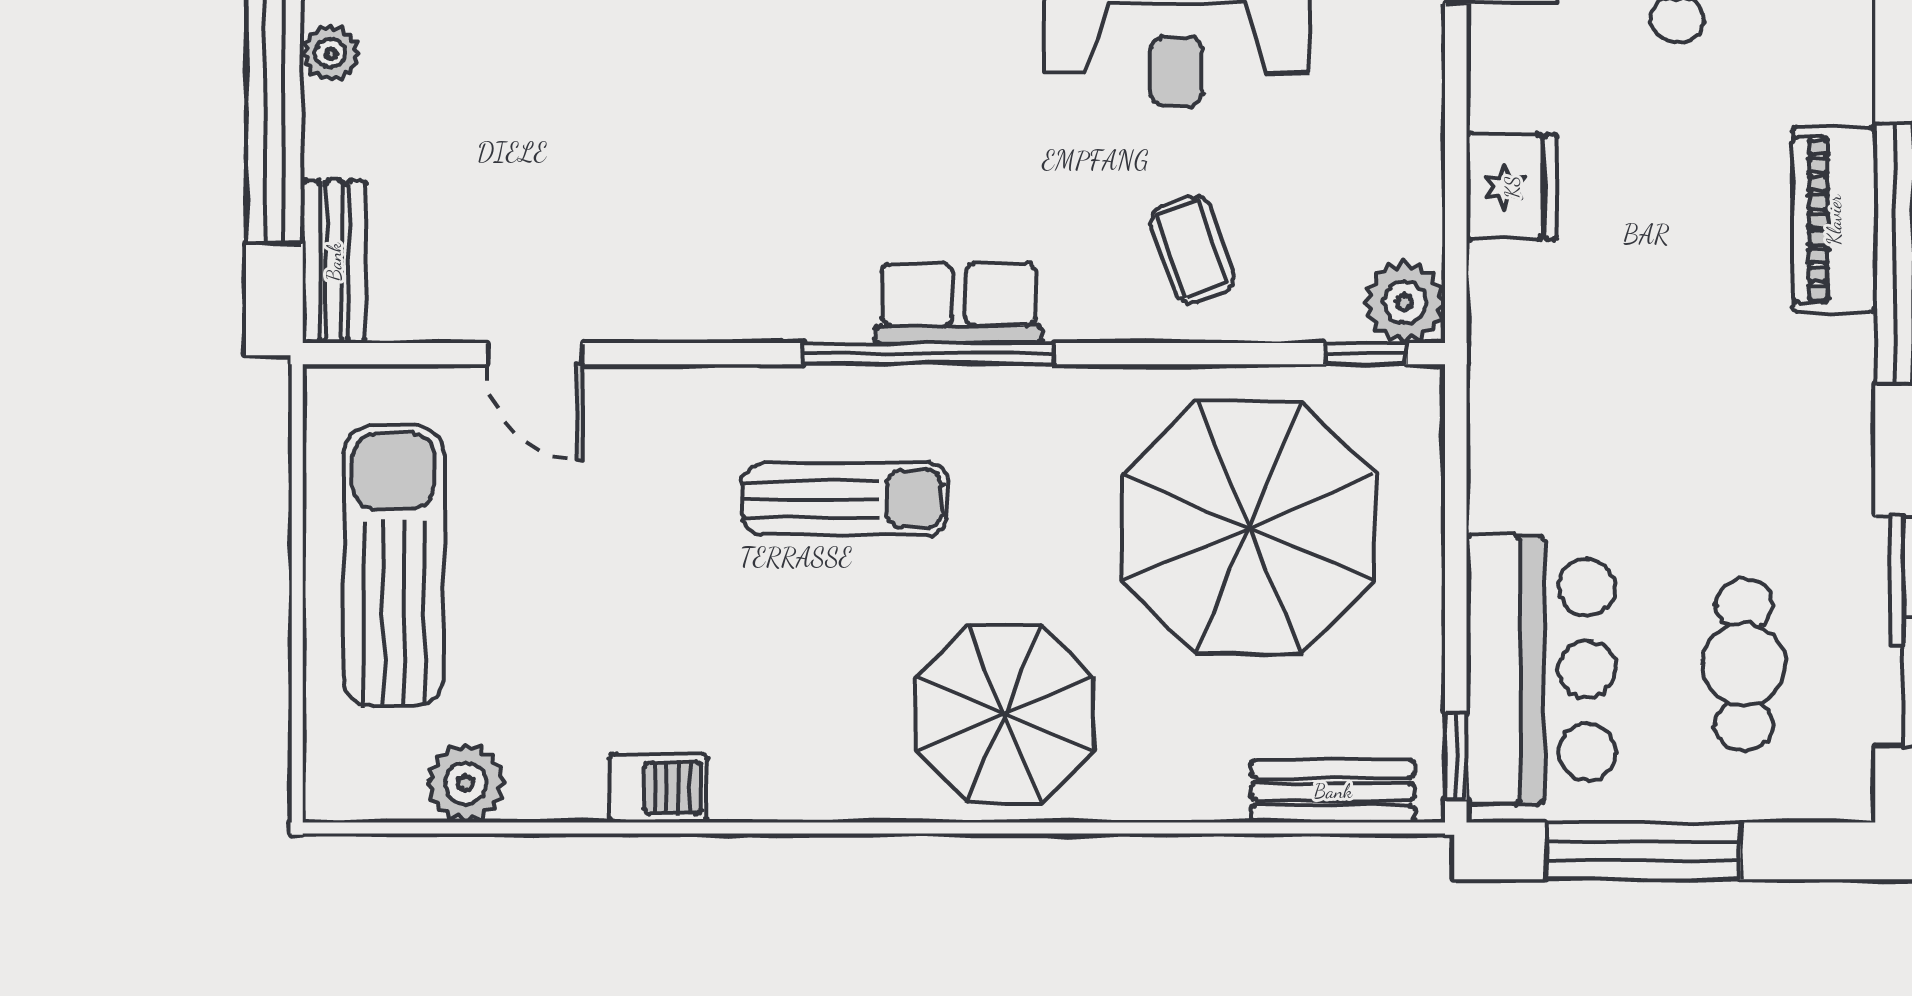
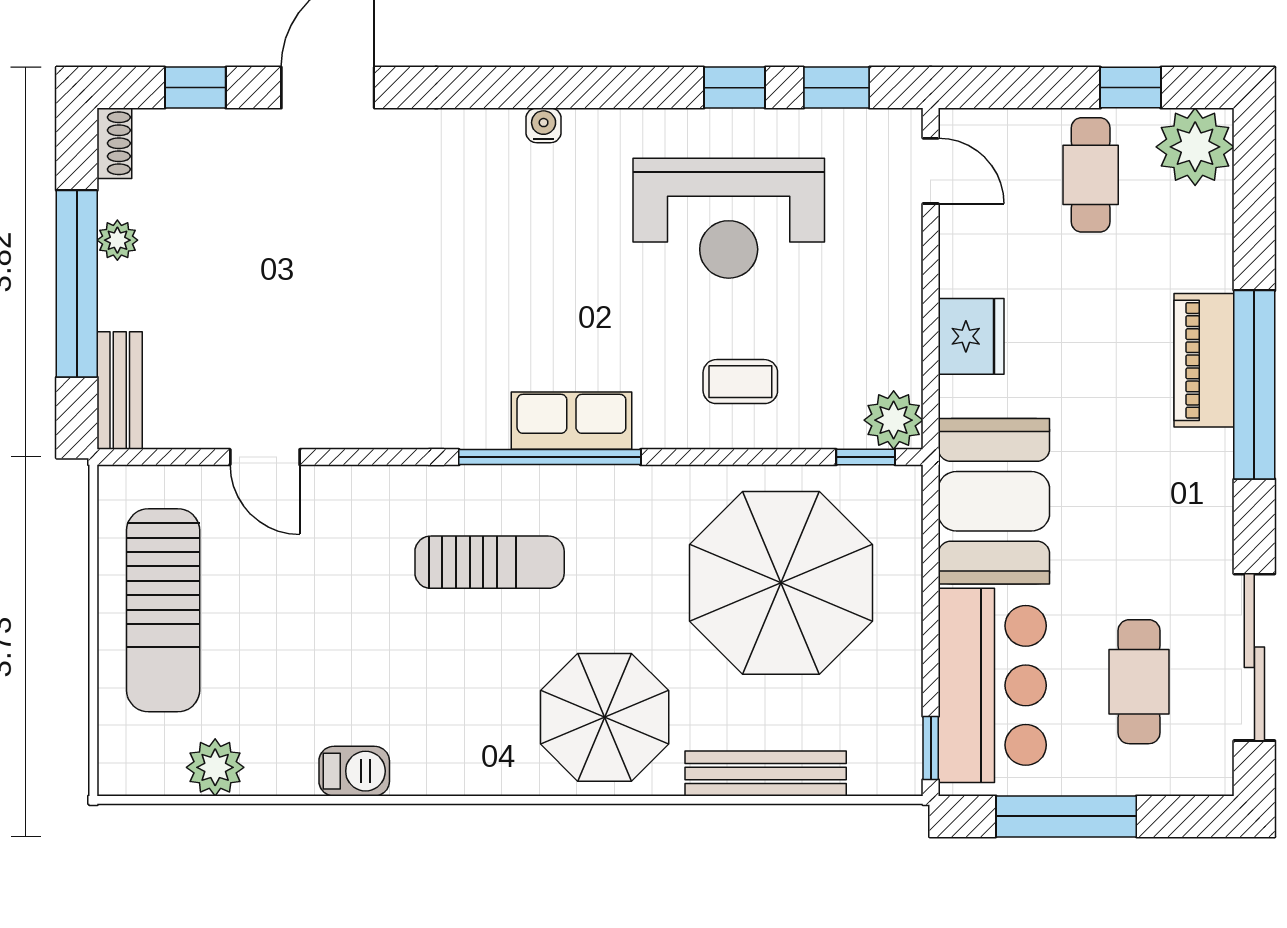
coffee table: (1192, 249) -> (740, 382), turned -70
booth: (1543, 415) -> (994, 501), added
sun lounger: (394, 566) -> (163, 610), turned 180
bench: (1333, 791) -> (766, 774), moved, width x1.36

